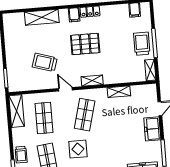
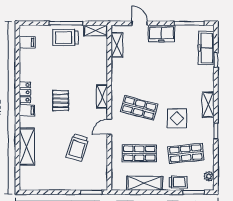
pallet: (85, 44) -> (61, 101), width x0.67, depth x0.71
shelving: (119, 92) -> (117, 45), moved
shelving: (17, 111) -> (145, 183), moved

